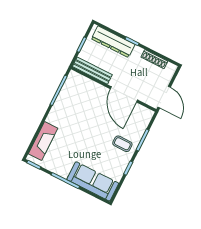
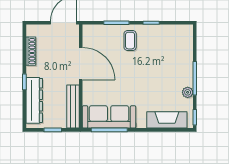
door: (124, 94) -> (81, 64), hinge flipped
plant: (57, 169) -> (188, 92), added
sofa: (93, 181) -> (109, 117), moved, turned 90

